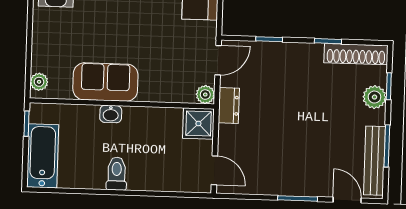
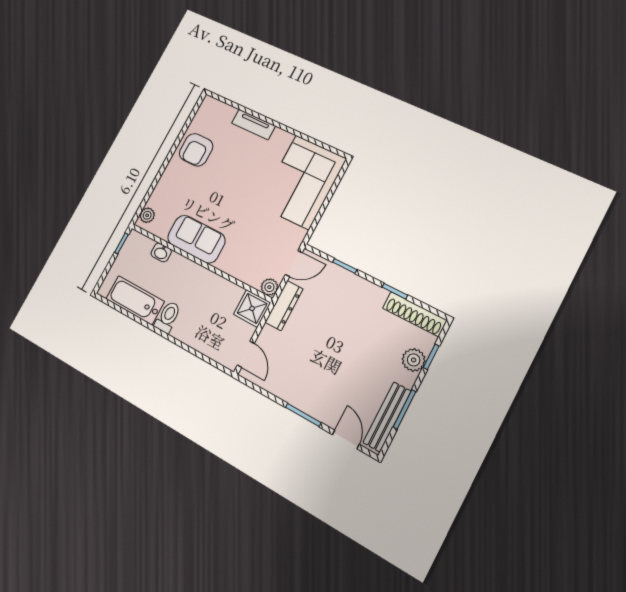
dresser: (229, 106) -> (284, 306), width x1.44
washbasin: (111, 114) -> (161, 252), moved
bathtub: (43, 156) -> (135, 300), moved, turned -90

